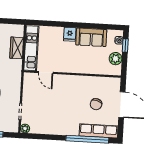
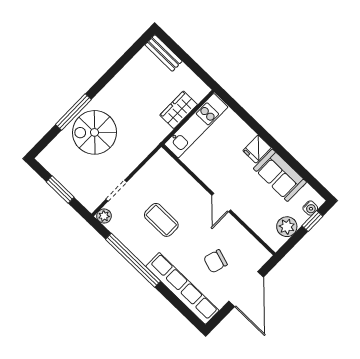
door: (46, 73) -> (221, 203), moved
coffee table: (54, 107) -> (161, 220), added
row of seats: (99, 131) -> (182, 288), width x1.36
window: (87, 139) -> (133, 260), moved

